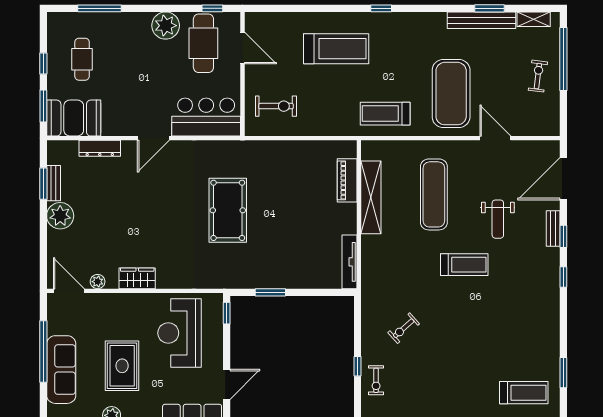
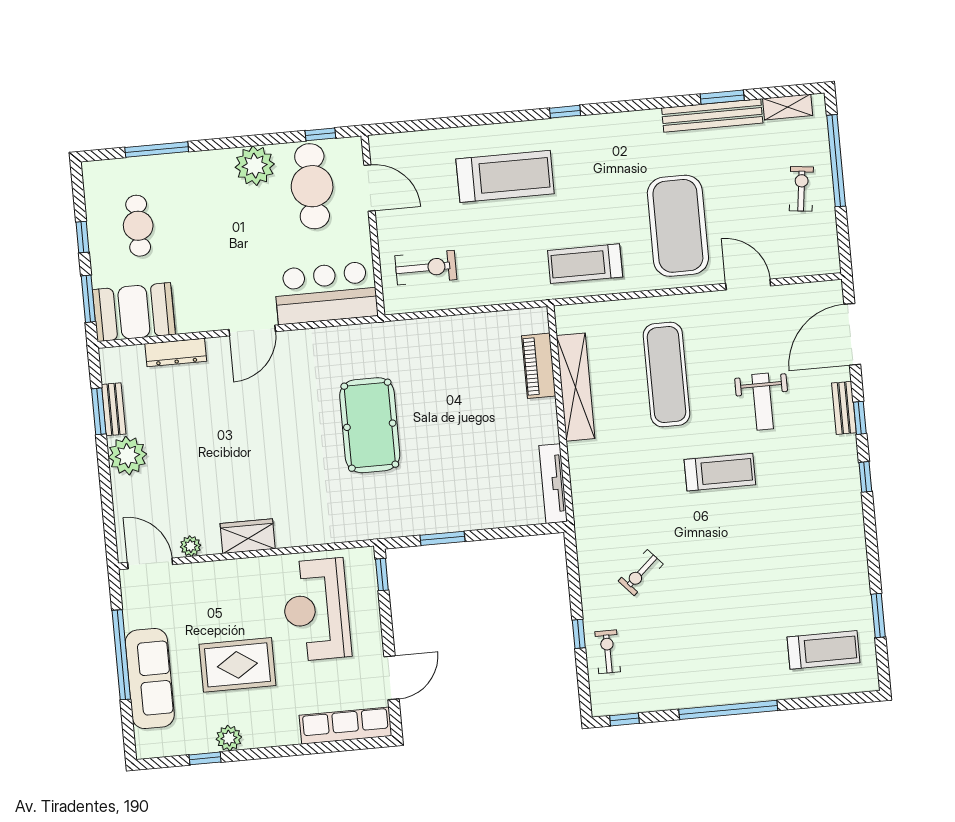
rug: (122, 366) -> (237, 665), turned 90
exercise bike: (376, 380) -> (608, 652), turned 180

